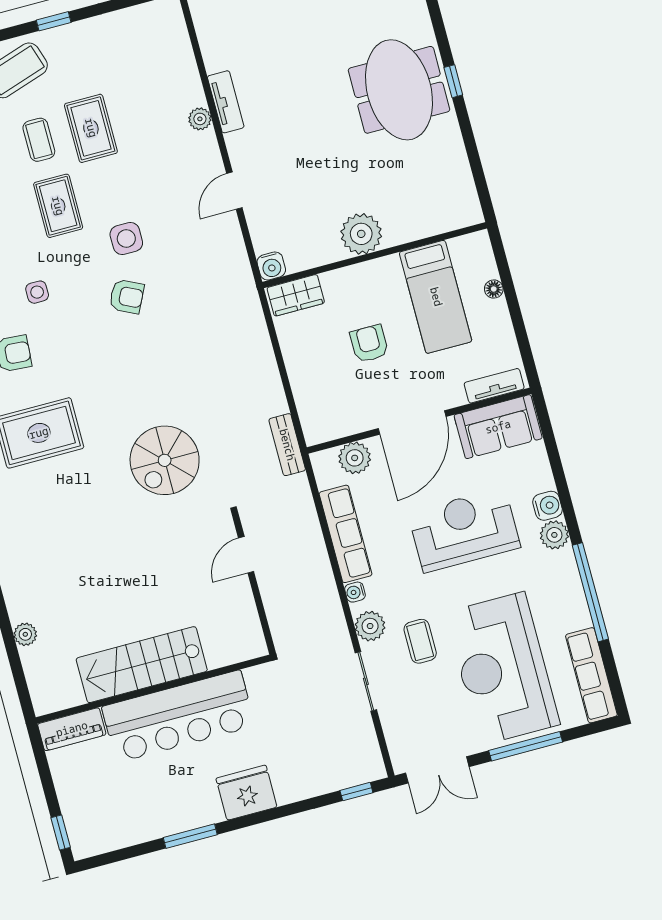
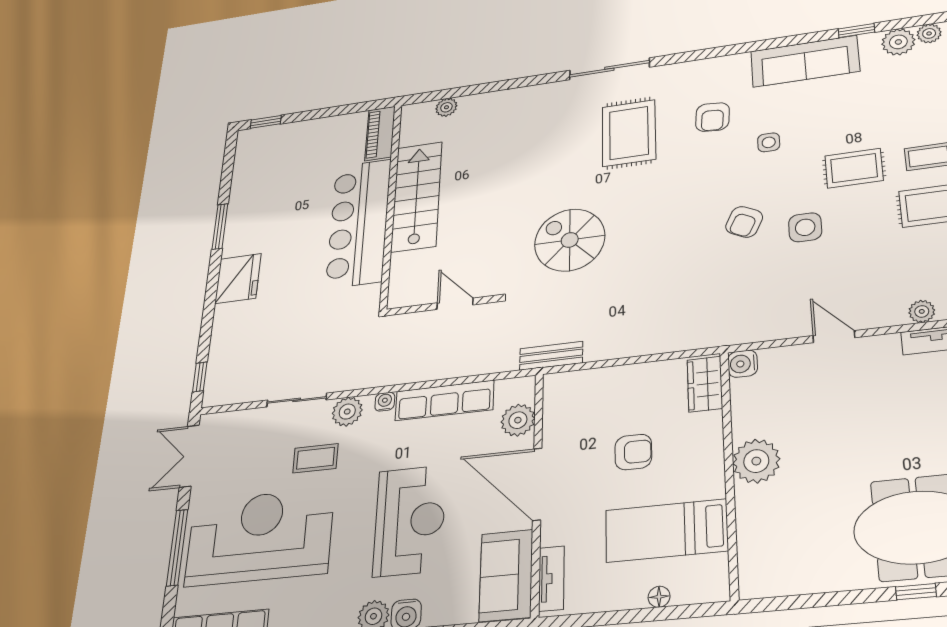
stairs: (142, 665) -> (417, 196), moved
wall: (153, 689) -> (391, 204), moved
bar counter: (178, 716) -> (359, 223), moved
piano: (72, 729) -> (380, 133), moved

